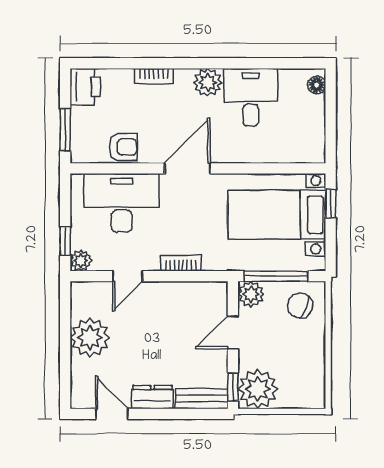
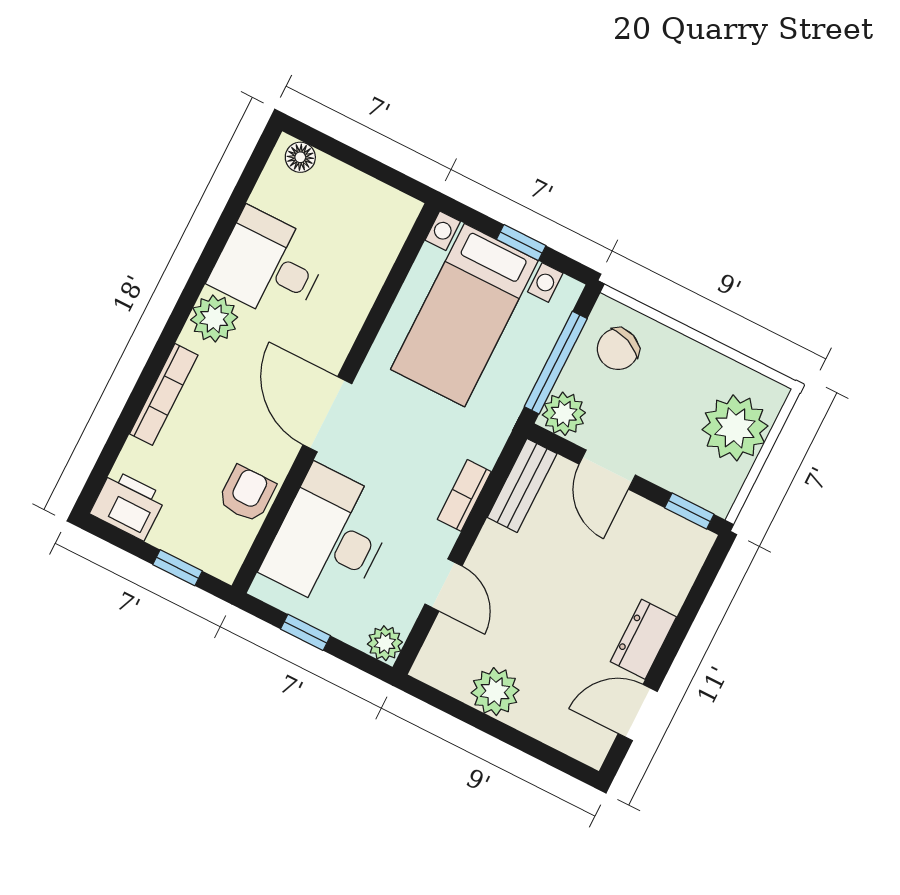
bookcase: (154, 76) -> (164, 394), width x1.56
window: (65, 130) -> (178, 568), width x0.67
window: (331, 204) -> (521, 243), moved
window: (65, 241) -> (305, 632), moved
plant: (90, 337) -> (495, 692), width x0.73, depth x0.73
plant: (258, 389) -> (735, 428), moved
bench: (202, 399) -> (522, 485), moved

